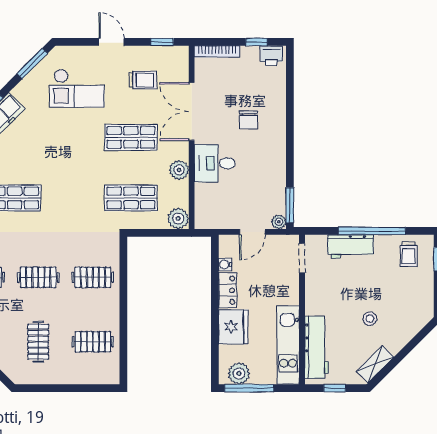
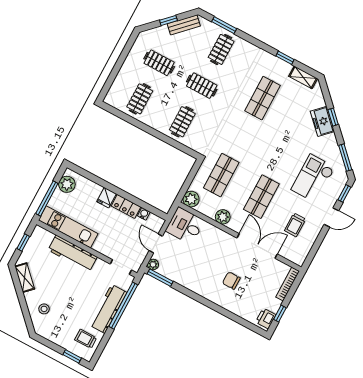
window: (162, 42) -> (344, 193), moved
desk: (215, 163) -> (185, 226), moved, turned -90
window: (372, 231) -> (123, 306), moved
workbench: (351, 246) -> (108, 309), width x1.38
clothes rail: (38, 277) -> (202, 86), turned 90
stool: (370, 319) -> (44, 309), moved
fridge: (233, 327) -> (106, 198), width x0.53, depth x0.75
workbench: (317, 347) -> (73, 253), moved
window: (249, 388) -> (47, 199), moved

